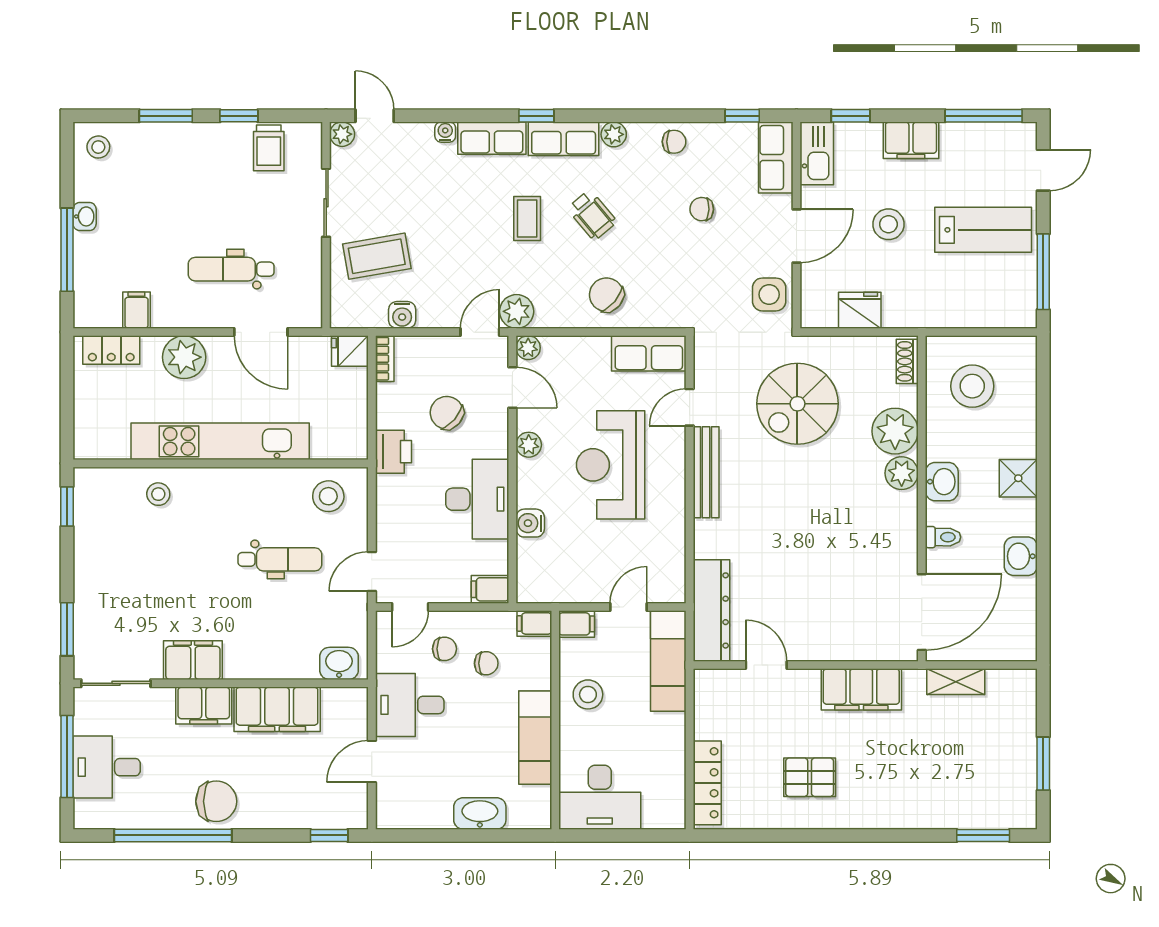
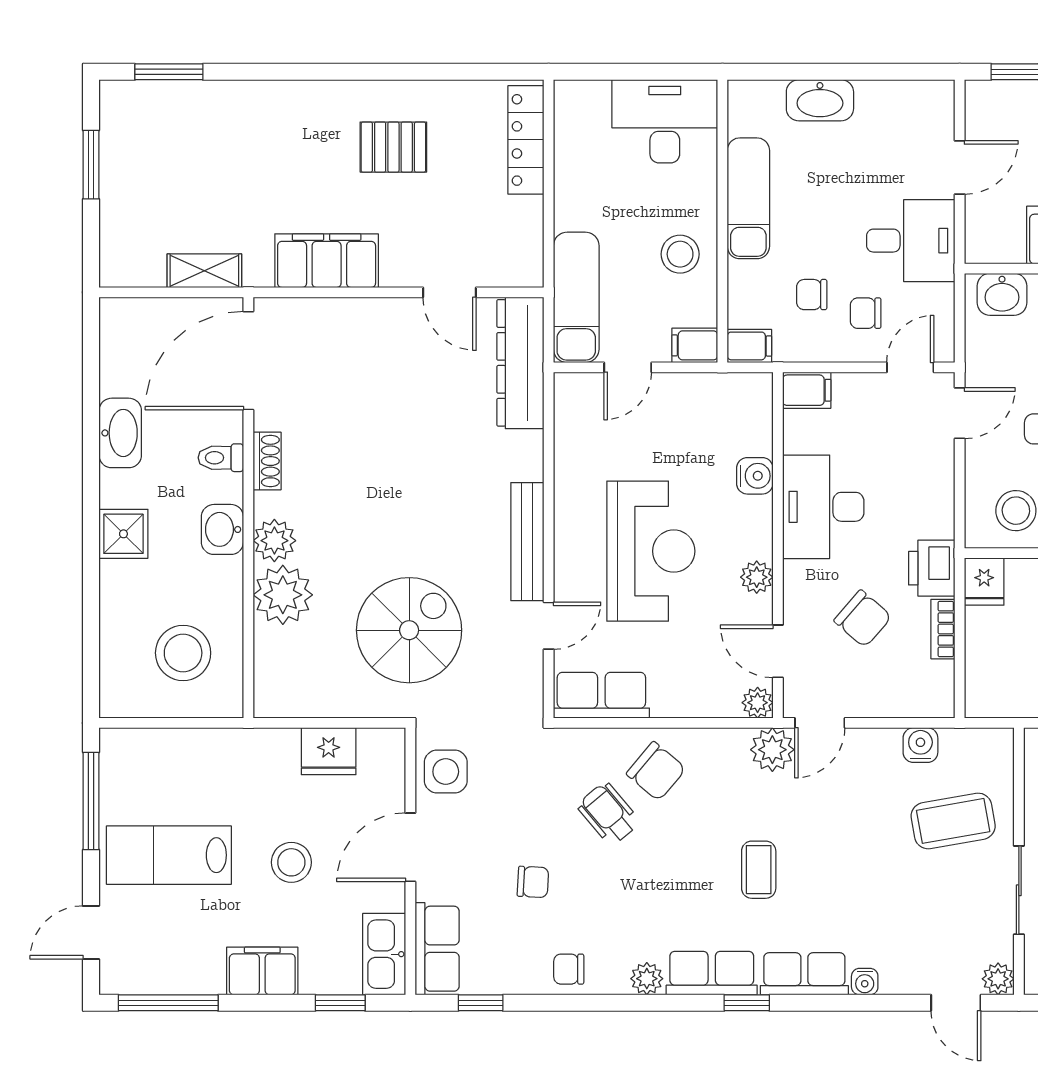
wheelchair: (592, 215) -> (608, 814), moved
fridge: (350, 351) -> (984, 581), moved, turned 90
bookcase: (385, 359) -> (943, 629), moved
shoe rack: (907, 361) -> (267, 461), moved
washbasin: (1021, 556) -> (120, 433), width x1.38

